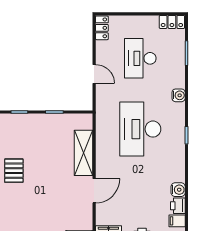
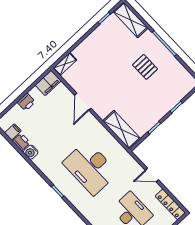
locker: (102, 28) -> (170, 204), width x1.53
water cooler: (179, 95) -> (86, 212), removed
desk: (140, 129) -> (90, 168), turned 180
shelving: (84, 153) -> (122, 130), moved

